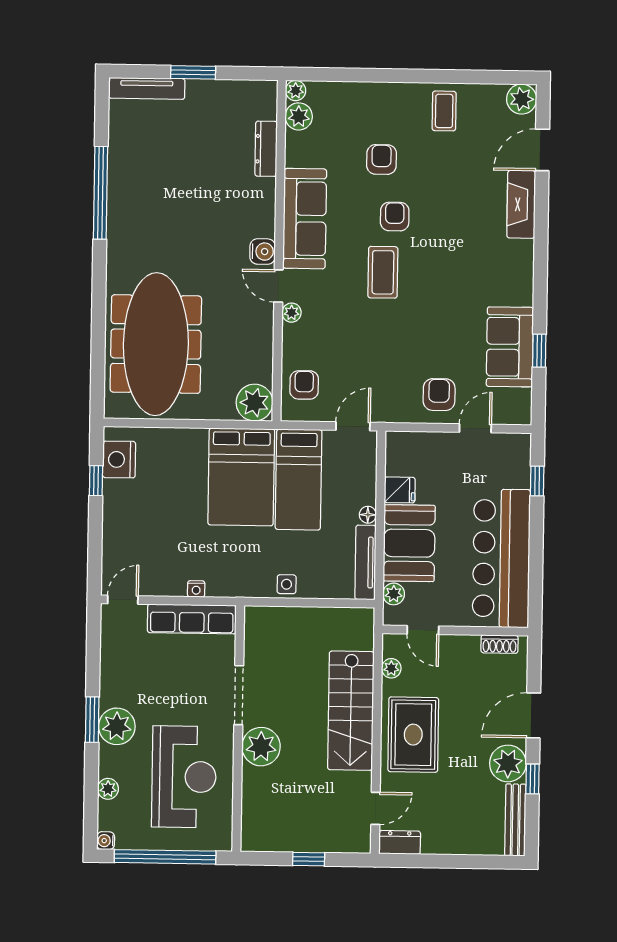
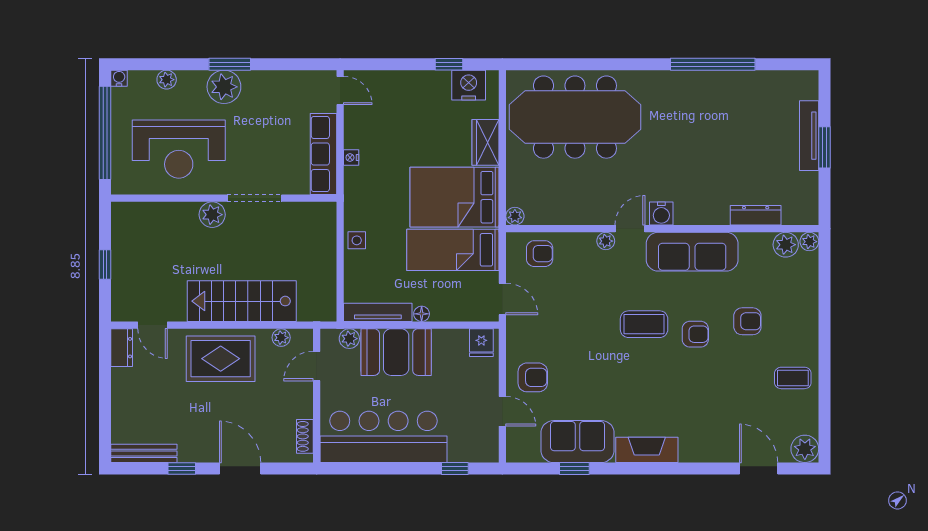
tv unit: (147, 88) -> (809, 136), moved
fireplace: (521, 204) -> (647, 450), moved
plant: (255, 403) -> (515, 216), width x0.53, depth x0.53
wardrobe: (182, 442) -> (485, 142), added
fridge: (400, 490) -> (481, 343), moved
plant: (261, 747) -> (212, 215), width x0.73, depth x0.73
plant: (508, 763) -> (196, 446), removed

